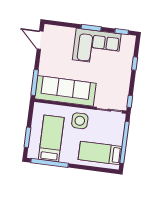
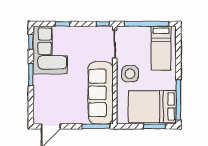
corner sofa: (97, 47) -> (50, 50), moved
bed: (51, 138) -> (152, 107), width x1.50

